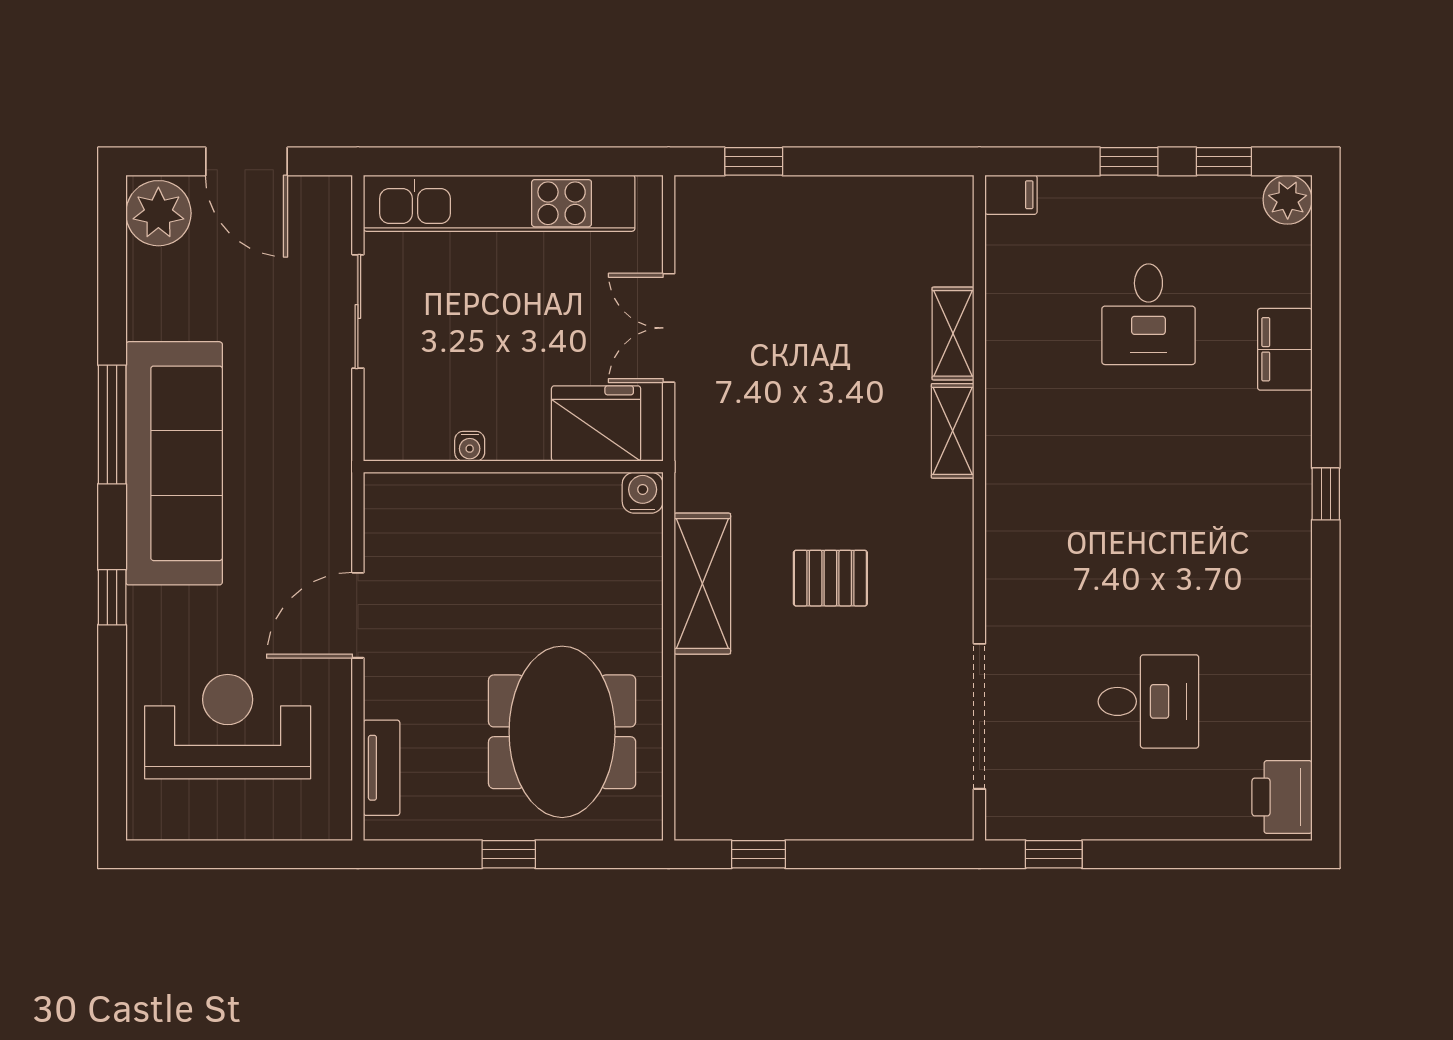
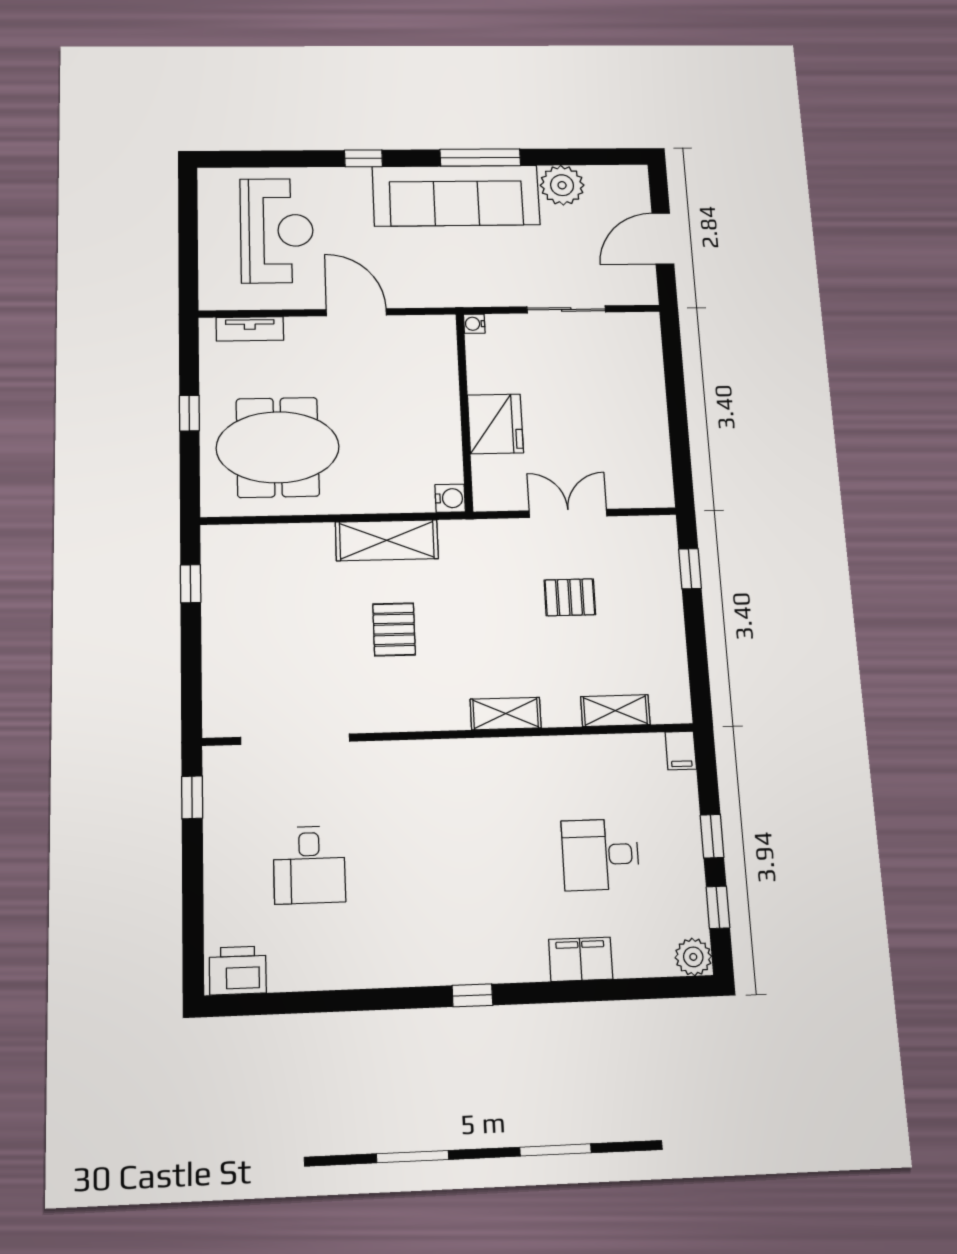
kitchen unit: (499, 203) -> (647, 399), removed
plant: (158, 213) -> (562, 185), moved
pallet: (791, 333) -> (570, 597), added
shelving: (953, 333) -> (615, 711), moved
fridge: (596, 424) -> (495, 424), moved
water cooler: (470, 446) -> (474, 324), moved

